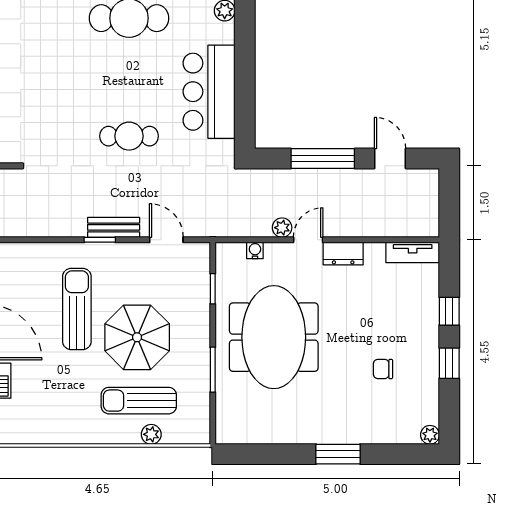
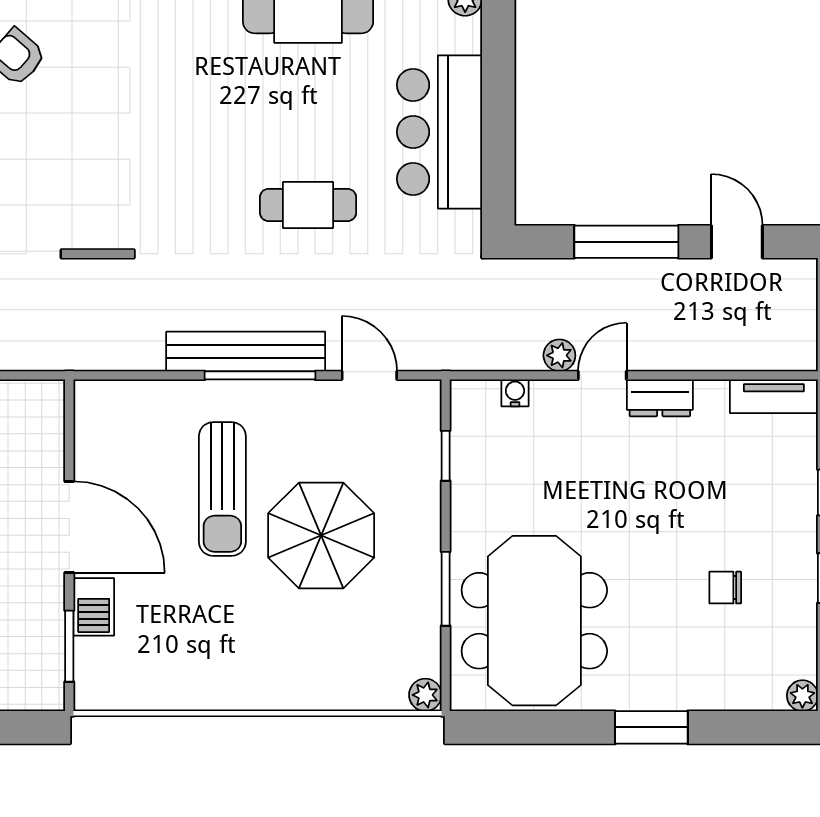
bench: (114, 227) -> (246, 351), width x1.86, depth x1.21
window: (100, 240) -> (260, 375), width x2.17
sun lounger: (77, 309) -> (222, 489), turned 180
meeting table: (274, 337) -> (534, 621), moved
sun lounger: (139, 401) -> (324, 639), removed
plant: (151, 434) -> (425, 695), moved

